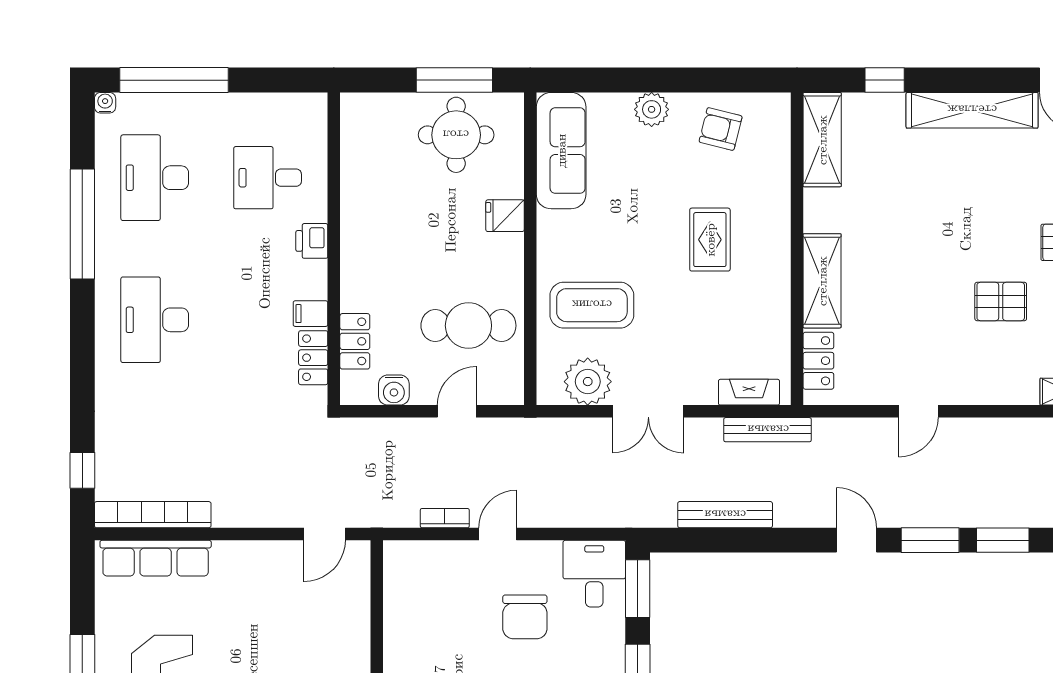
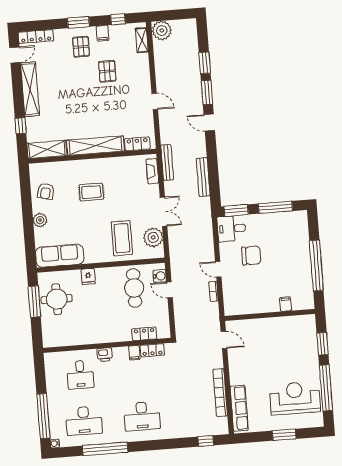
shelving: (822, 281) -> (95, 146), width x1.47
water cooler: (394, 390) -> (160, 276), moved
bookcase: (153, 515) -> (220, 393), moved
door: (857, 540) -> (209, 123), hinge flipped

